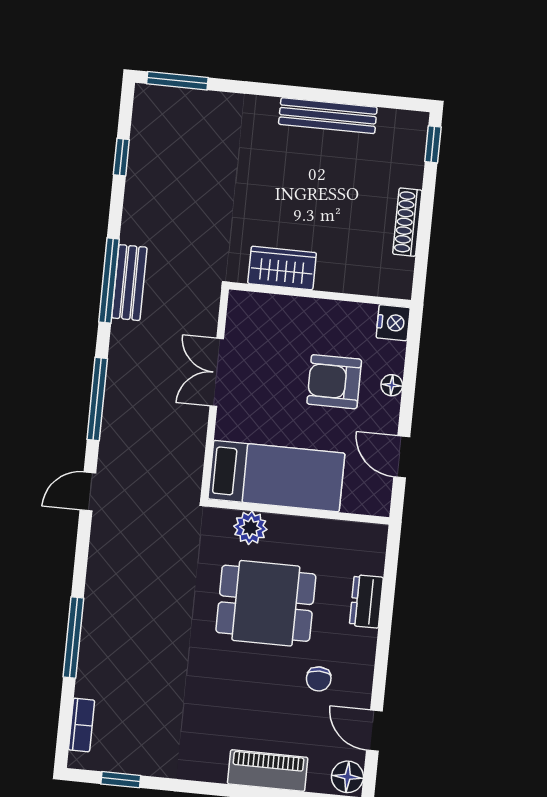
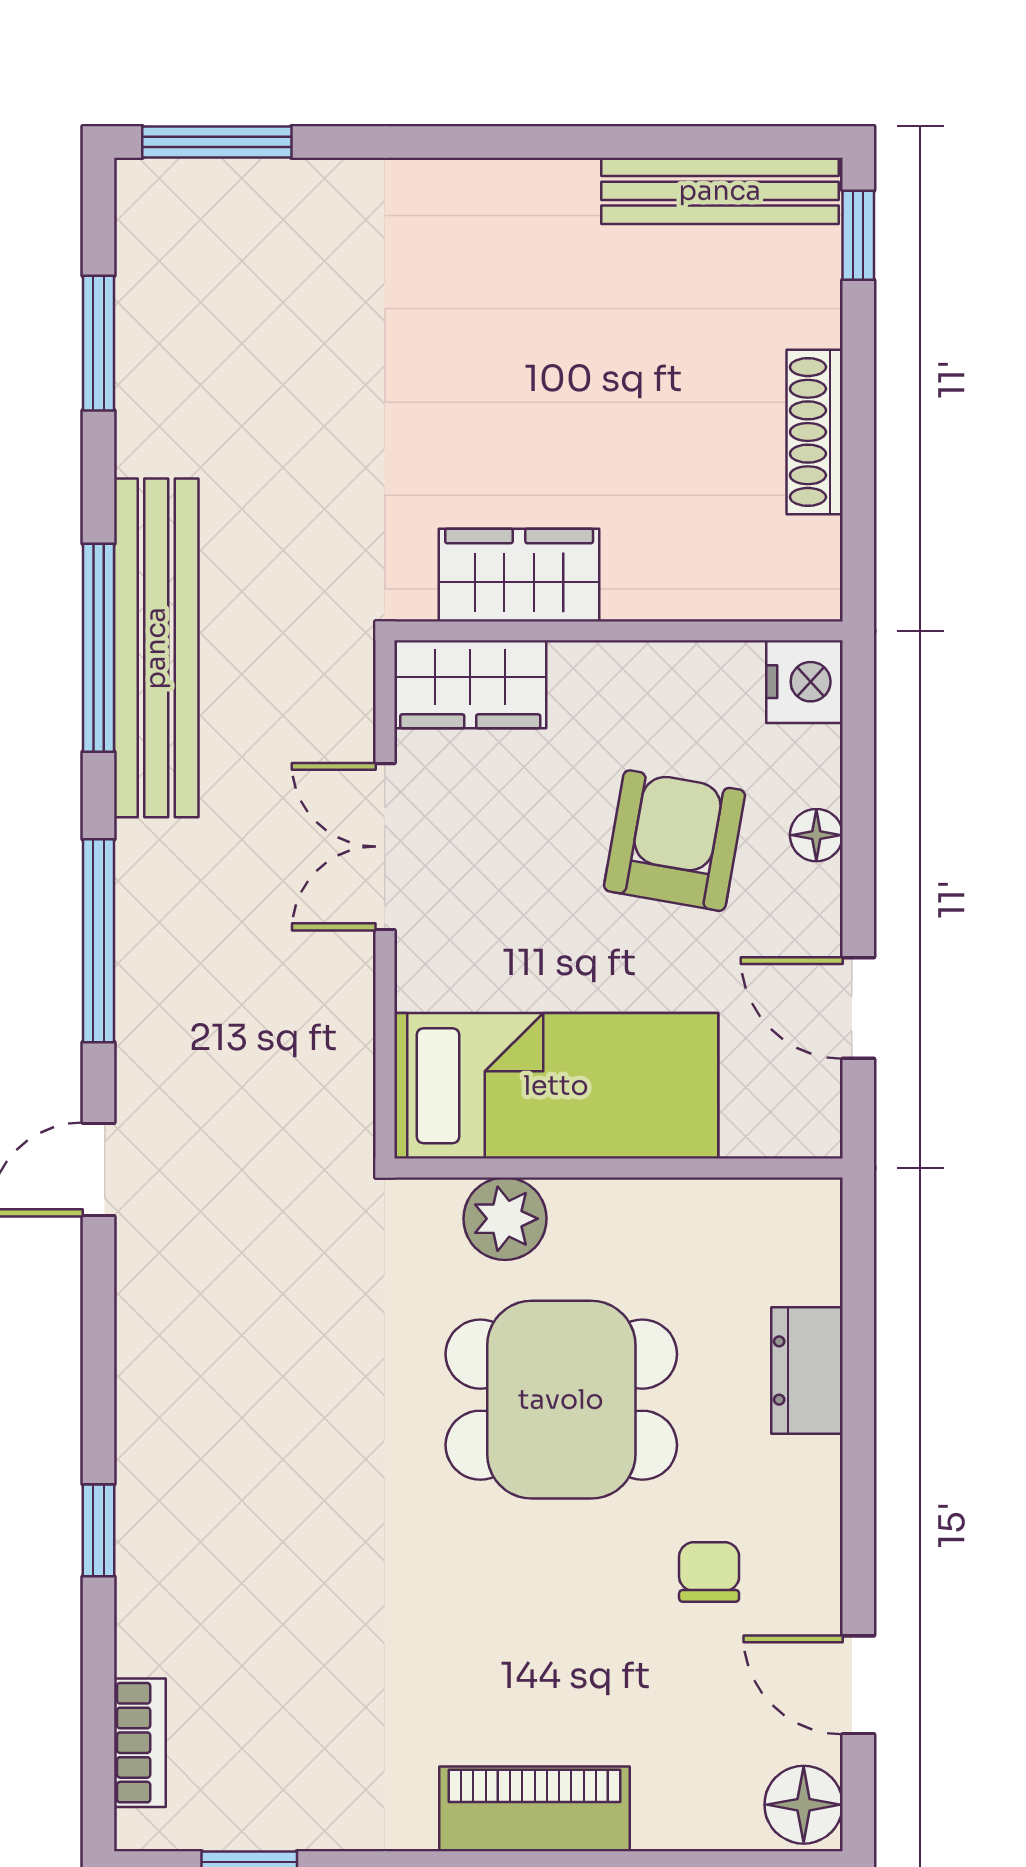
bench: (328, 116) -> (720, 191), moved
window: (121, 157) -> (98, 343), width x1.50
bench: (129, 283) -> (156, 648), width x1.86, depth x1.21
wardrobe: (258, 310) -> (470, 684), added
armchair: (334, 382) -> (675, 841), turned 100
window: (73, 637) -> (98, 1530), width x0.46
chair: (319, 679) -> (709, 1572), turned 180
piano: (268, 771) -> (535, 1809), moved

